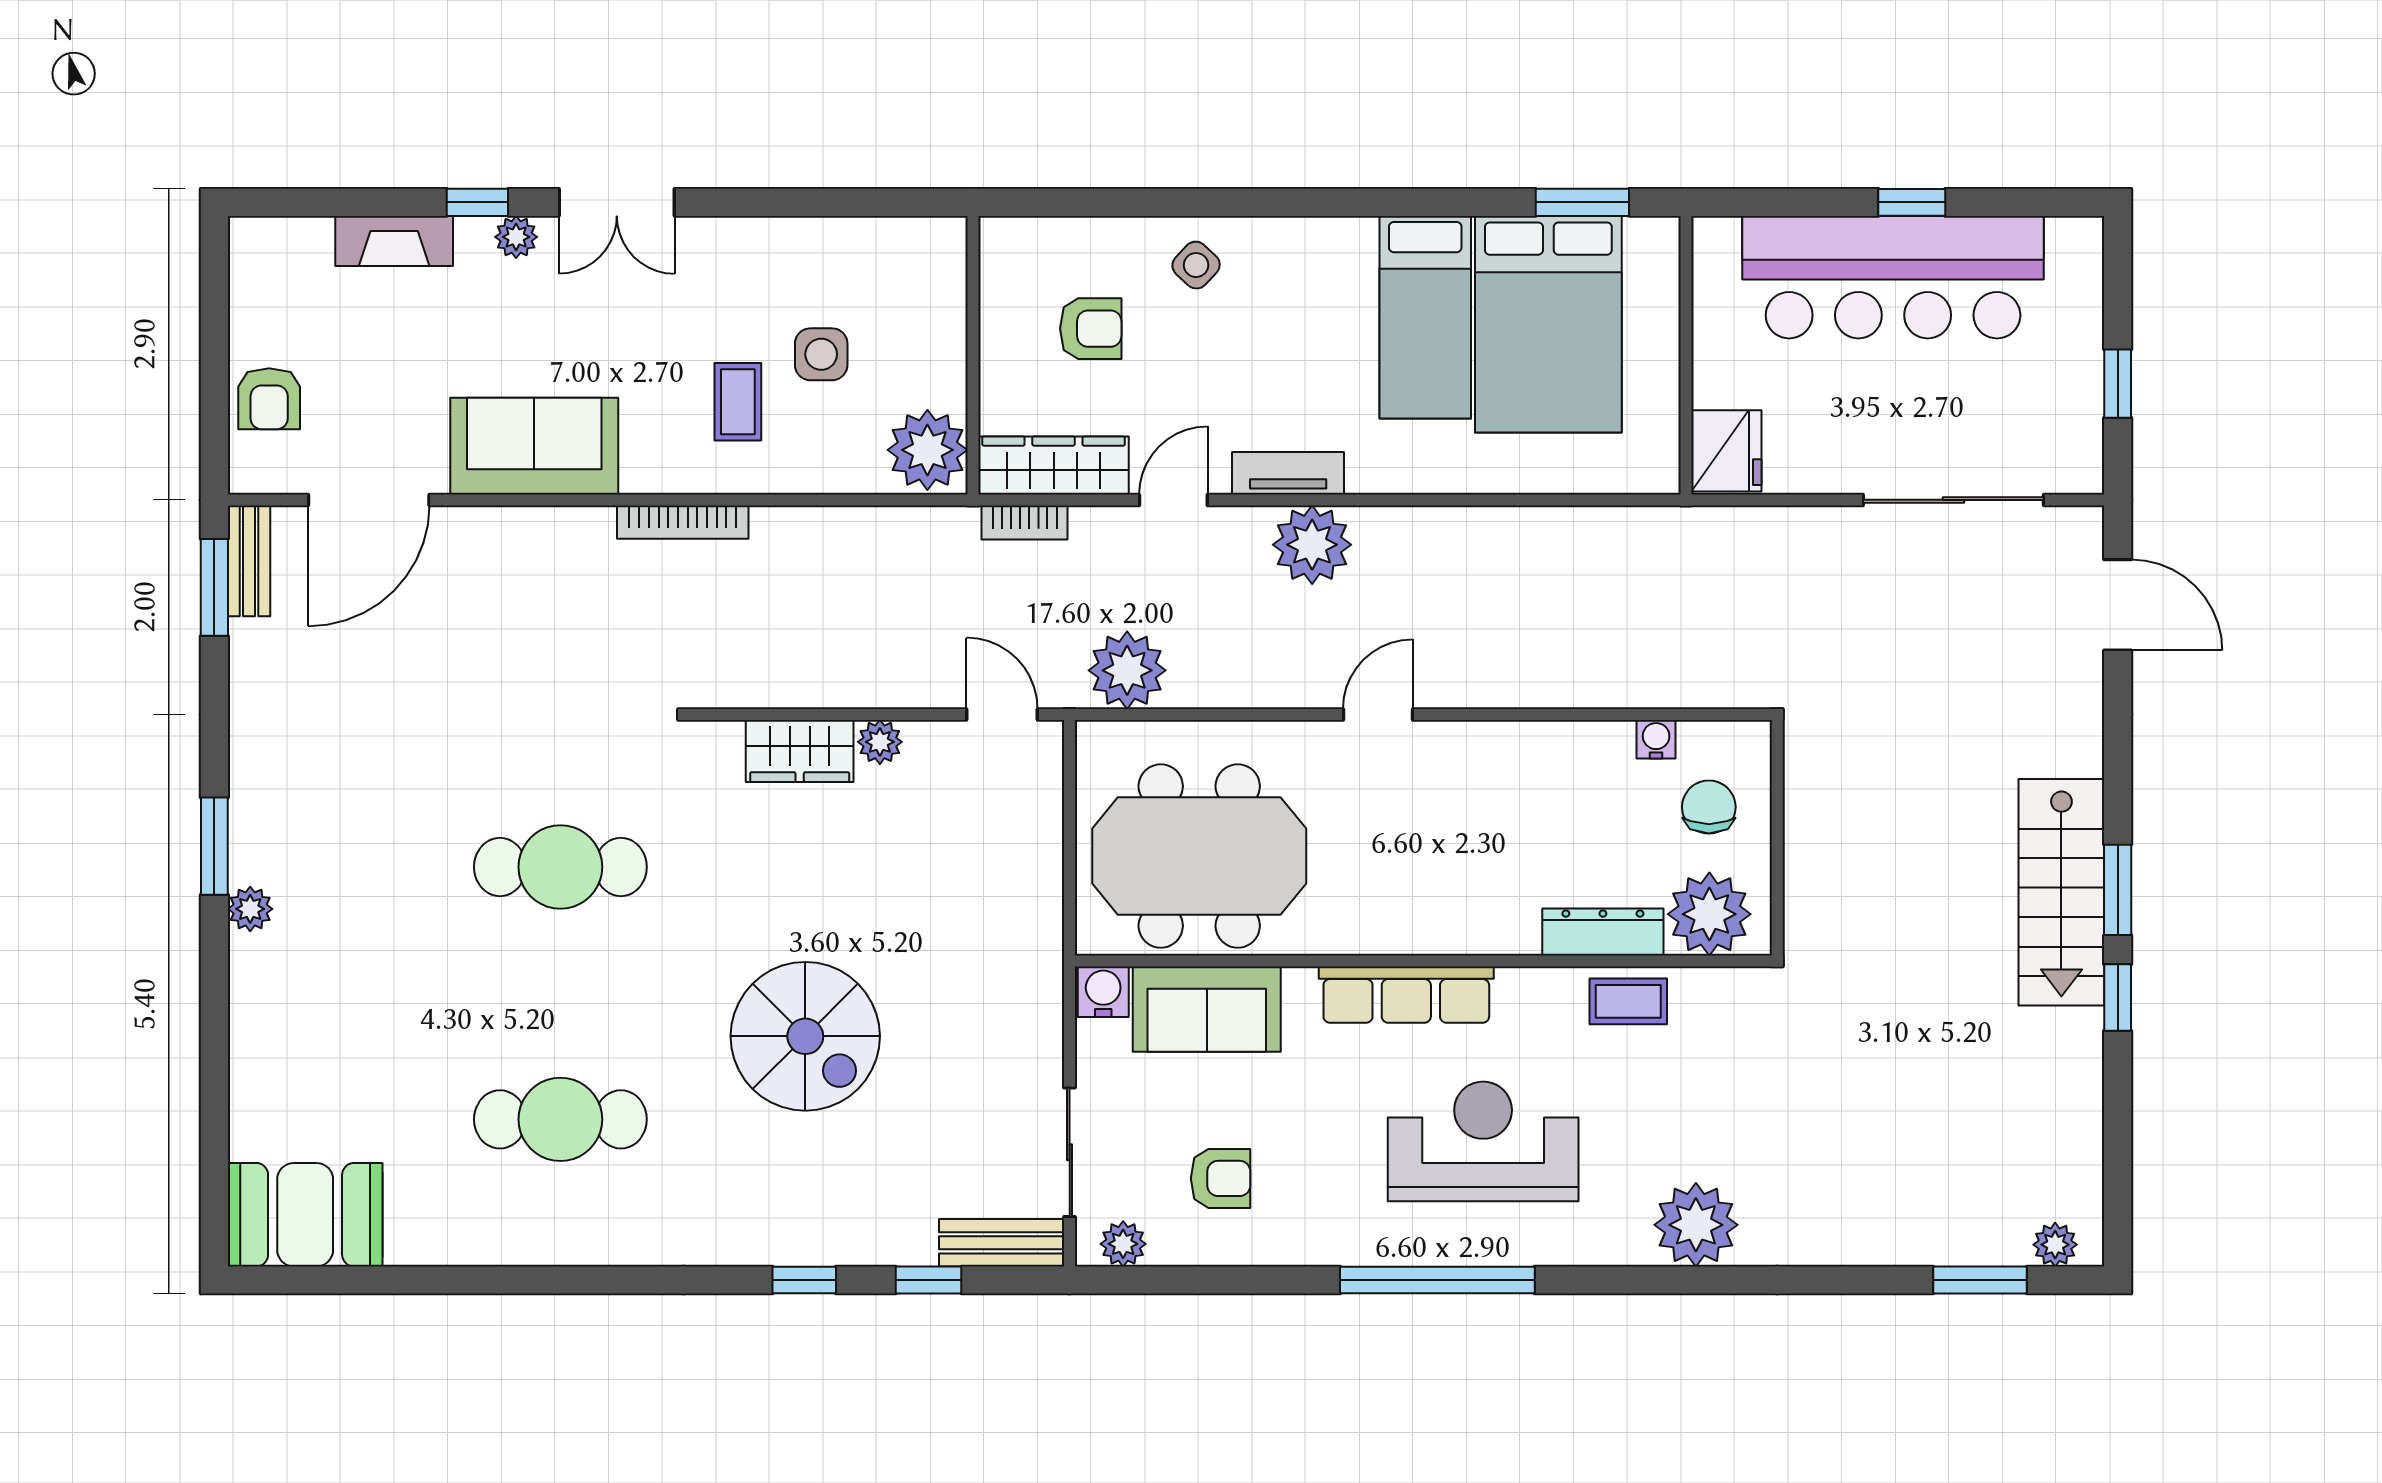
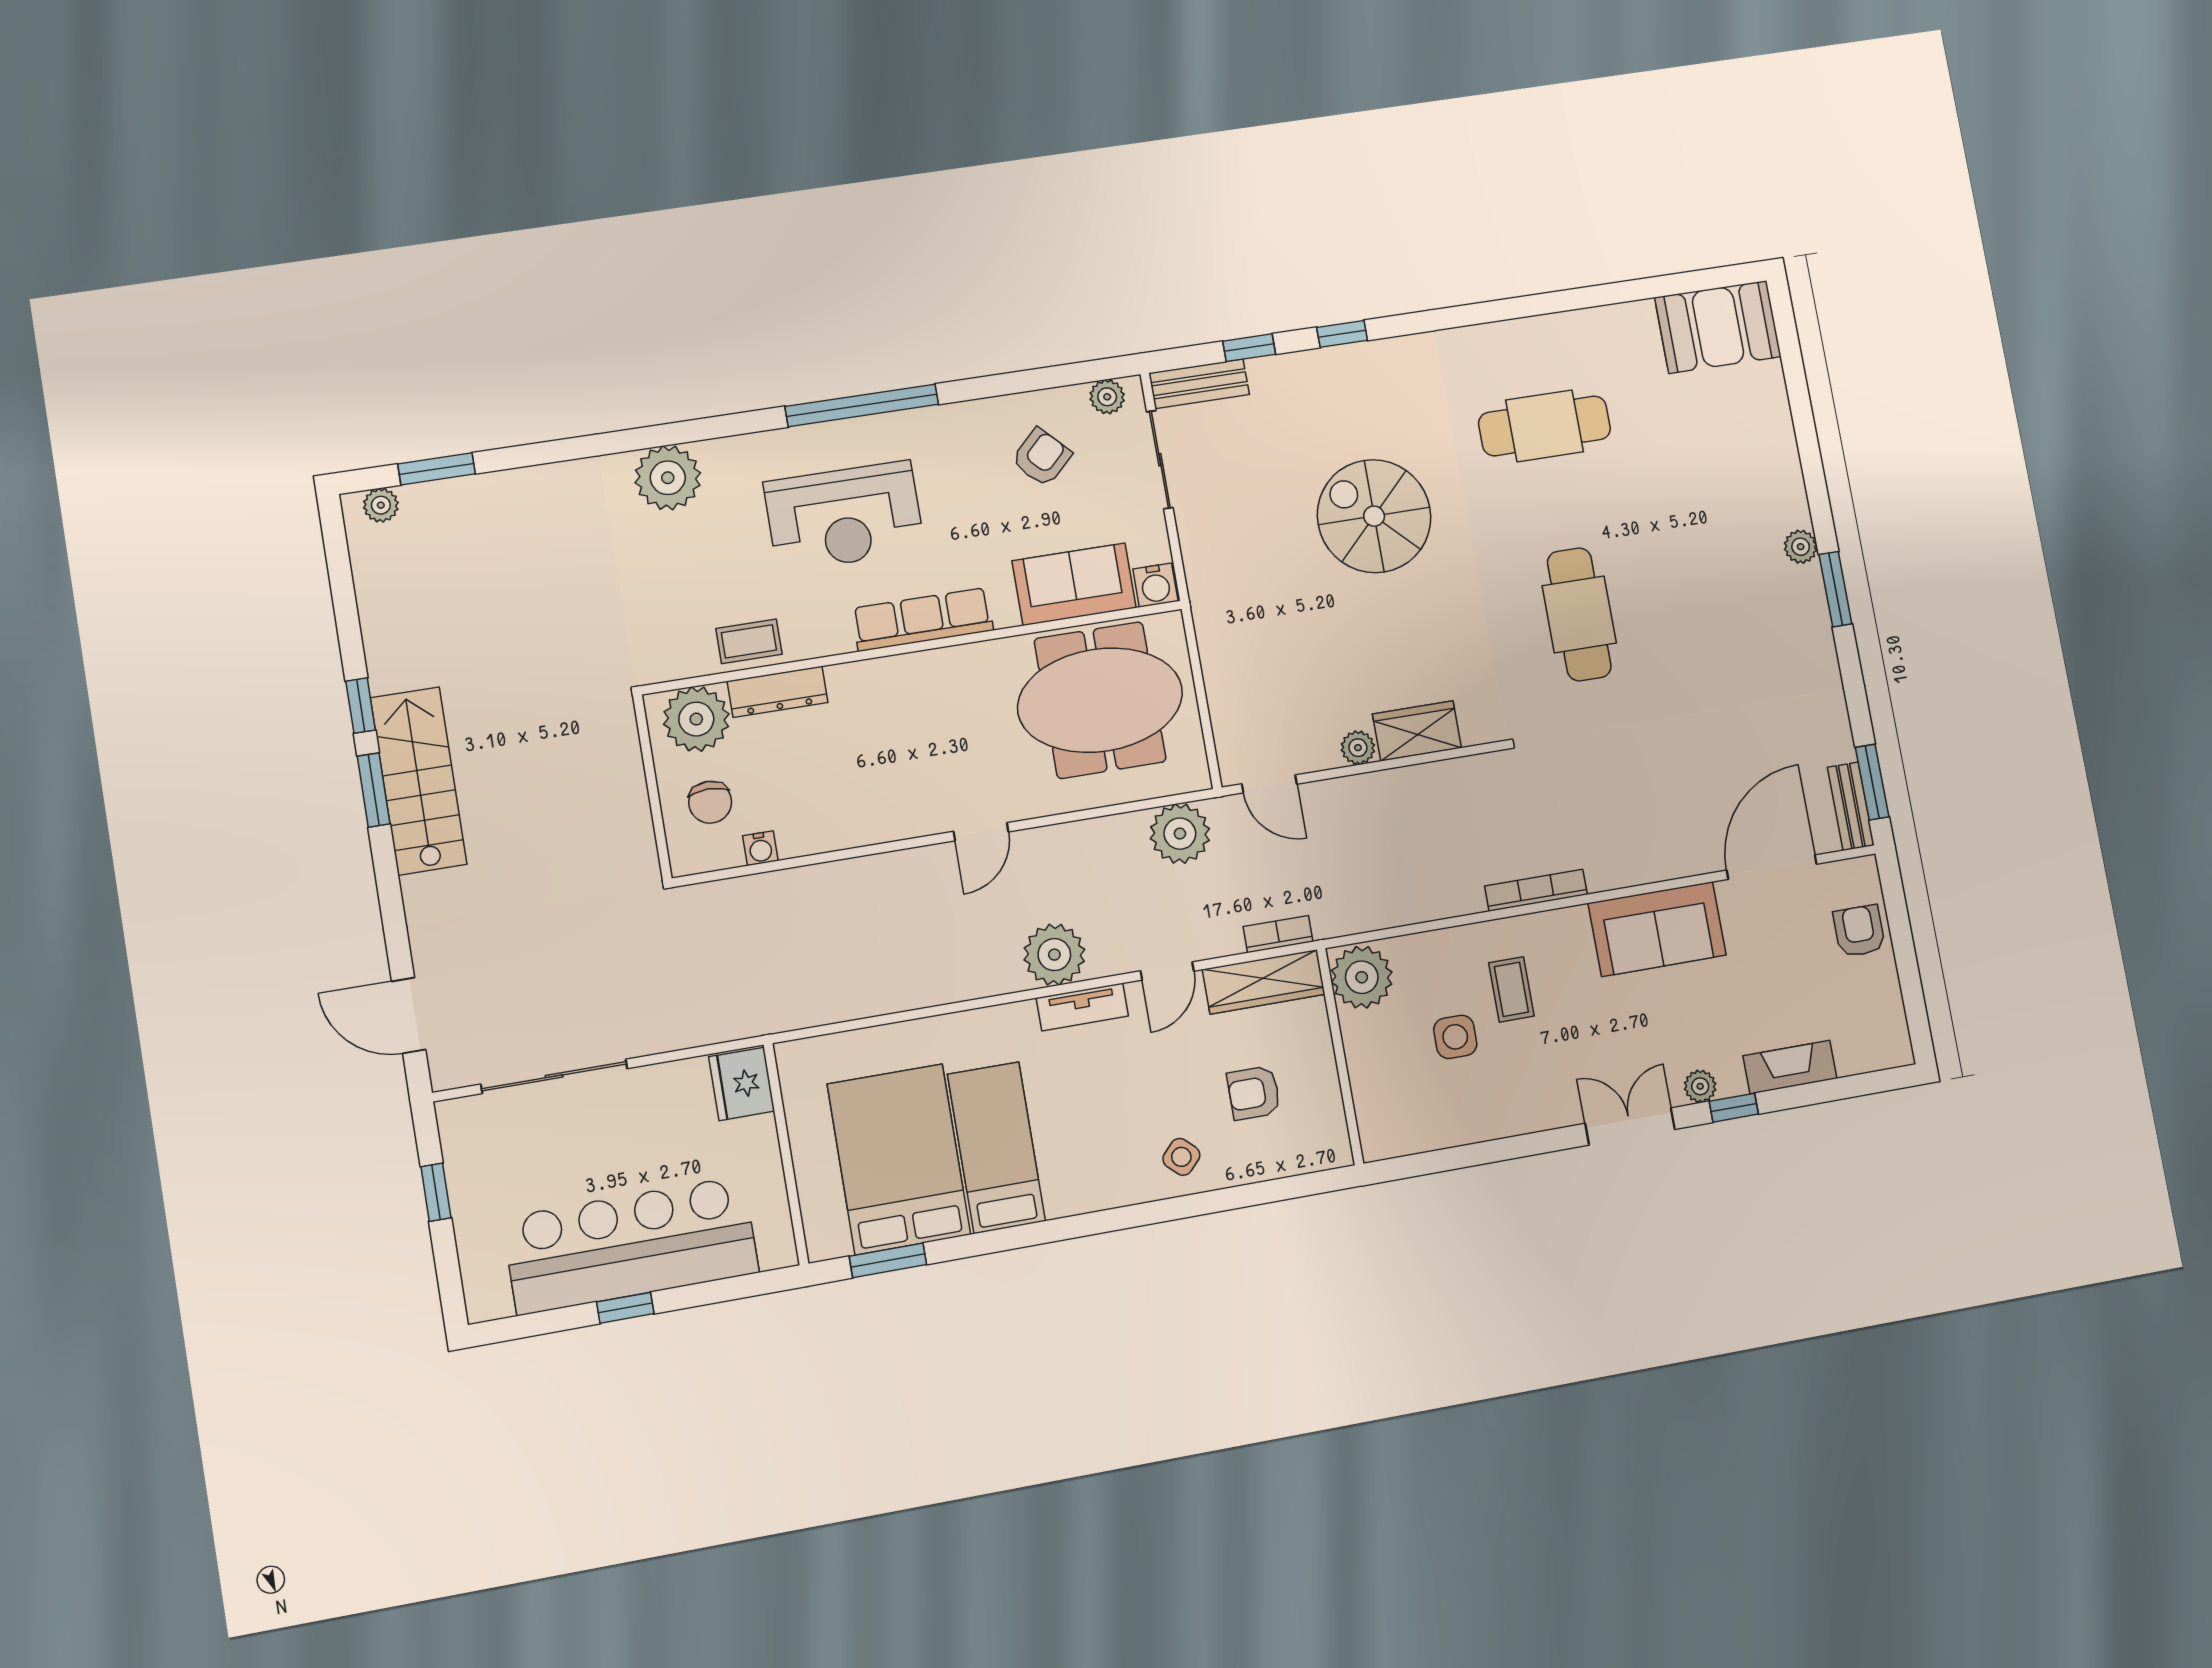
cafe table: (560, 867) -> (1579, 614), turned 90
armchair: (1221, 1178) -> (1042, 457), turned 136

